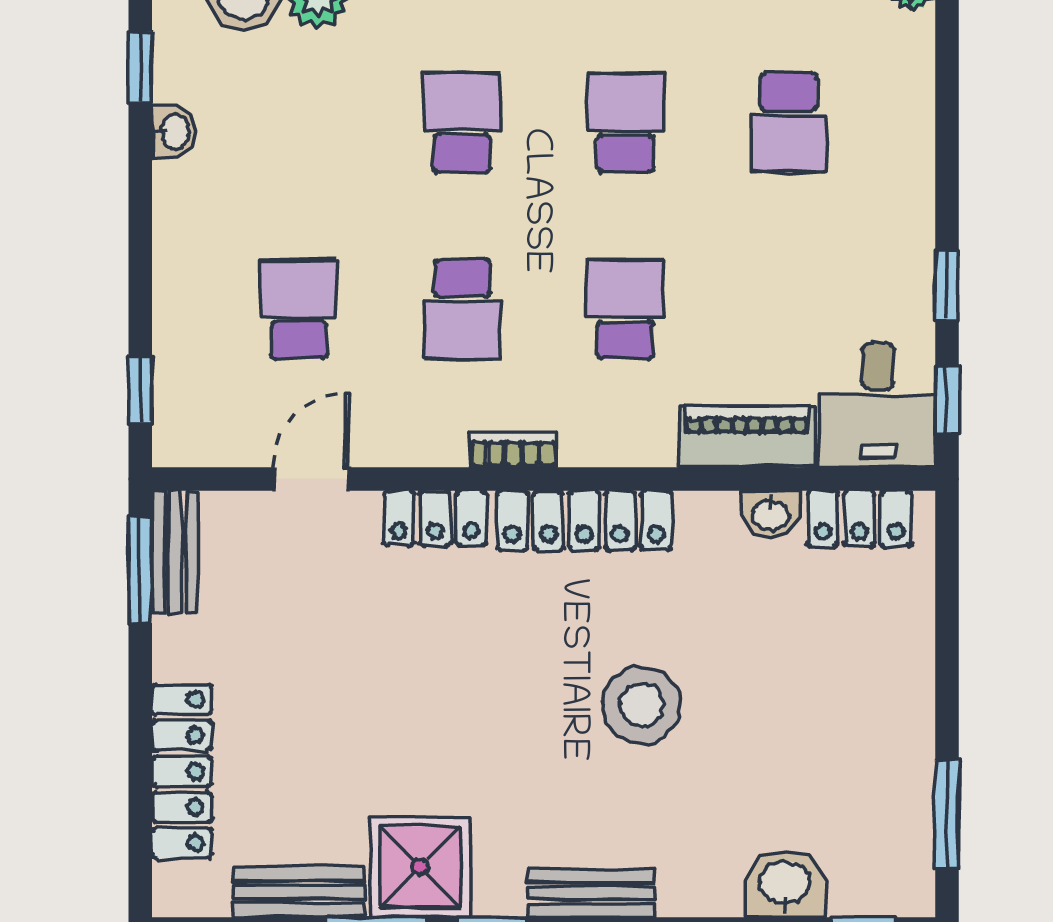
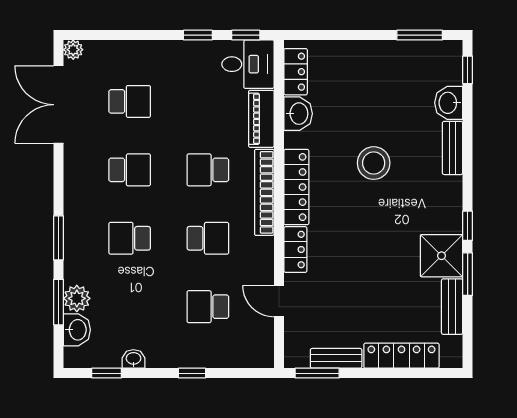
school desk: (625, 123) -> (130, 170), turned 180
window: (140, 389) -> (192, 373), moved
bookcase: (513, 449) -> (264, 192), width x2.31, depth x1.31
washbasin: (771, 514) -> (298, 114), width x1.38, depth x1.45
bench: (175, 552) -> (336, 358), moved
bench: (591, 893) -> (453, 148), moved

